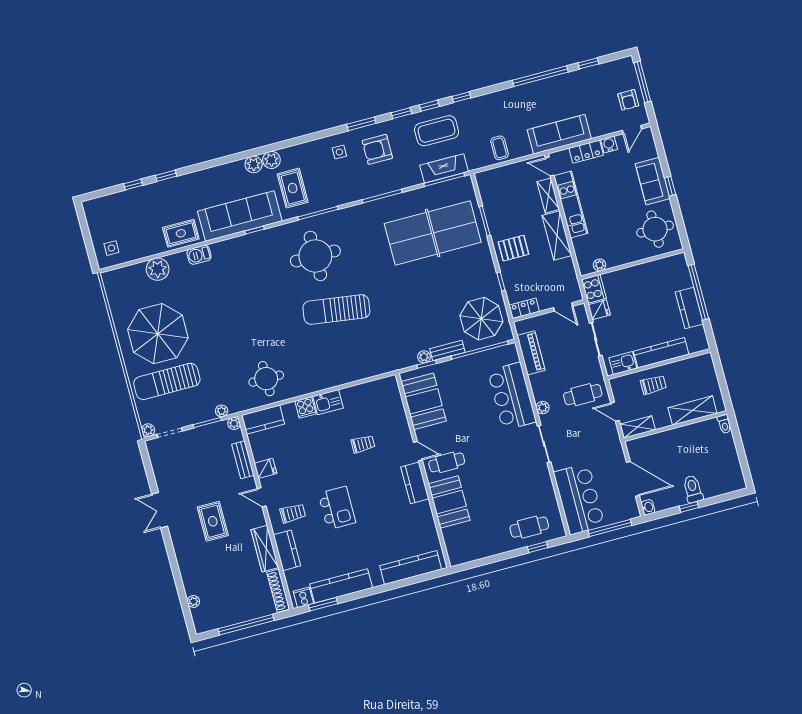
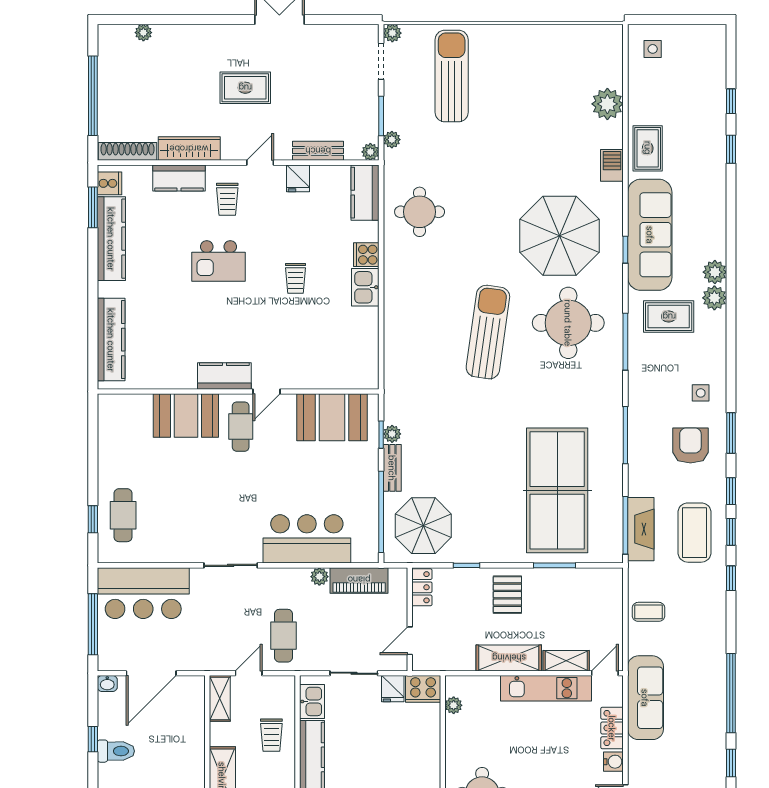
parasol: (158, 334) -> (559, 236), moved
plant: (543, 408) -> (319, 577), moved
trolley: (363, 444) -> (295, 278), moved

